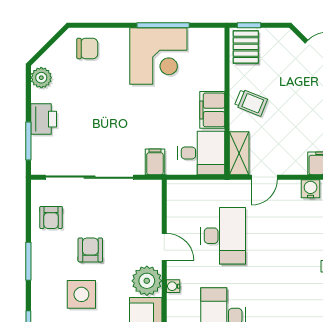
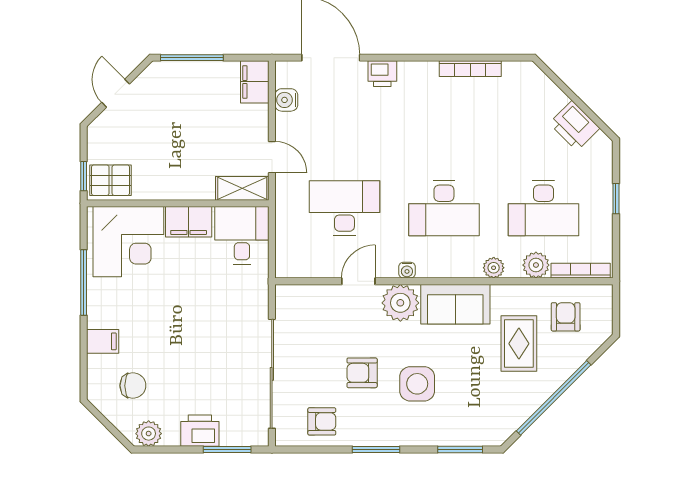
chair: (87, 49) -> (133, 386), moved, turned 90
corner desk: (158, 56) -> (128, 242), moved, turned 90
trolley: (251, 103) -> (179, 174), removed
filing cabinet: (155, 162) -> (103, 341), moved, turned 180

